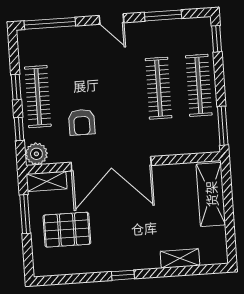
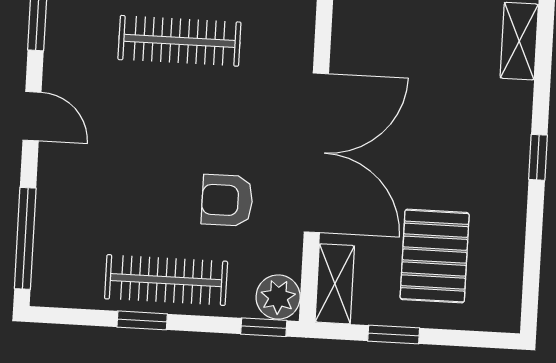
door: (111, 19) -> (32, 116), hinge flipped
armchair: (82, 122) -> (227, 200), turned 180
window: (19, 129) -> (264, 327), moved
window: (25, 214) -> (394, 334), width x0.67

